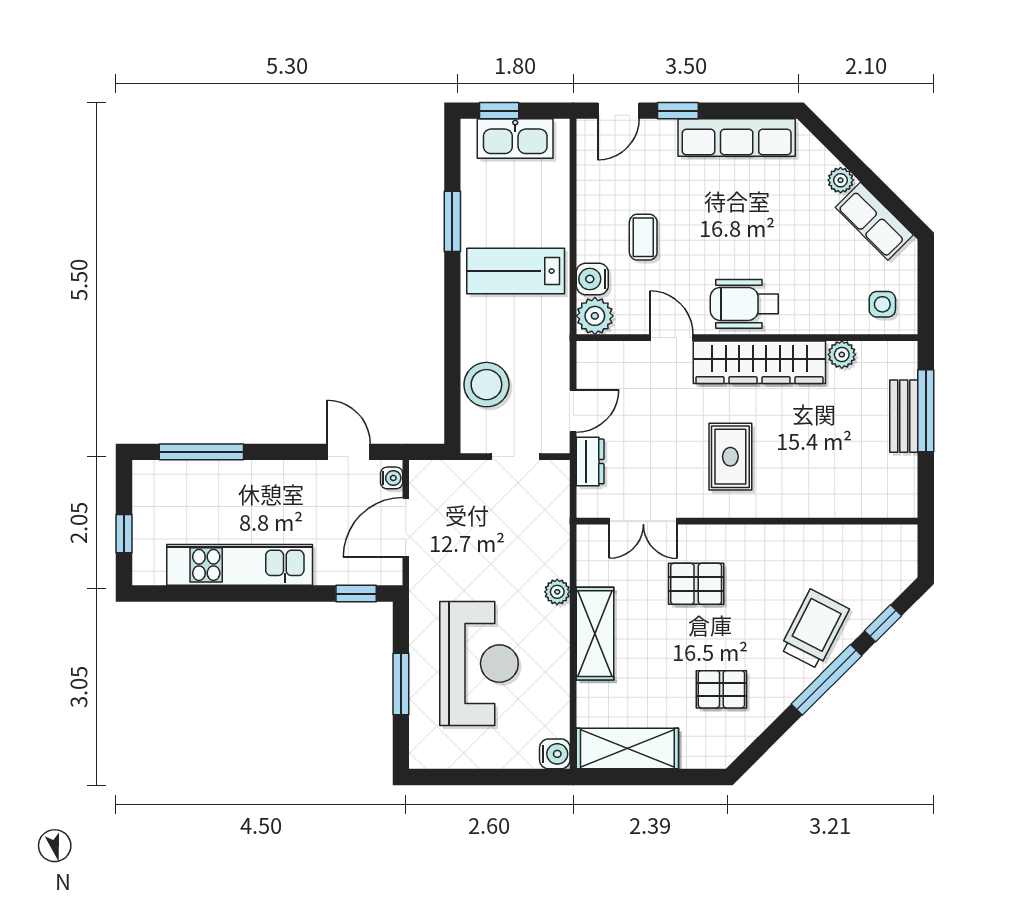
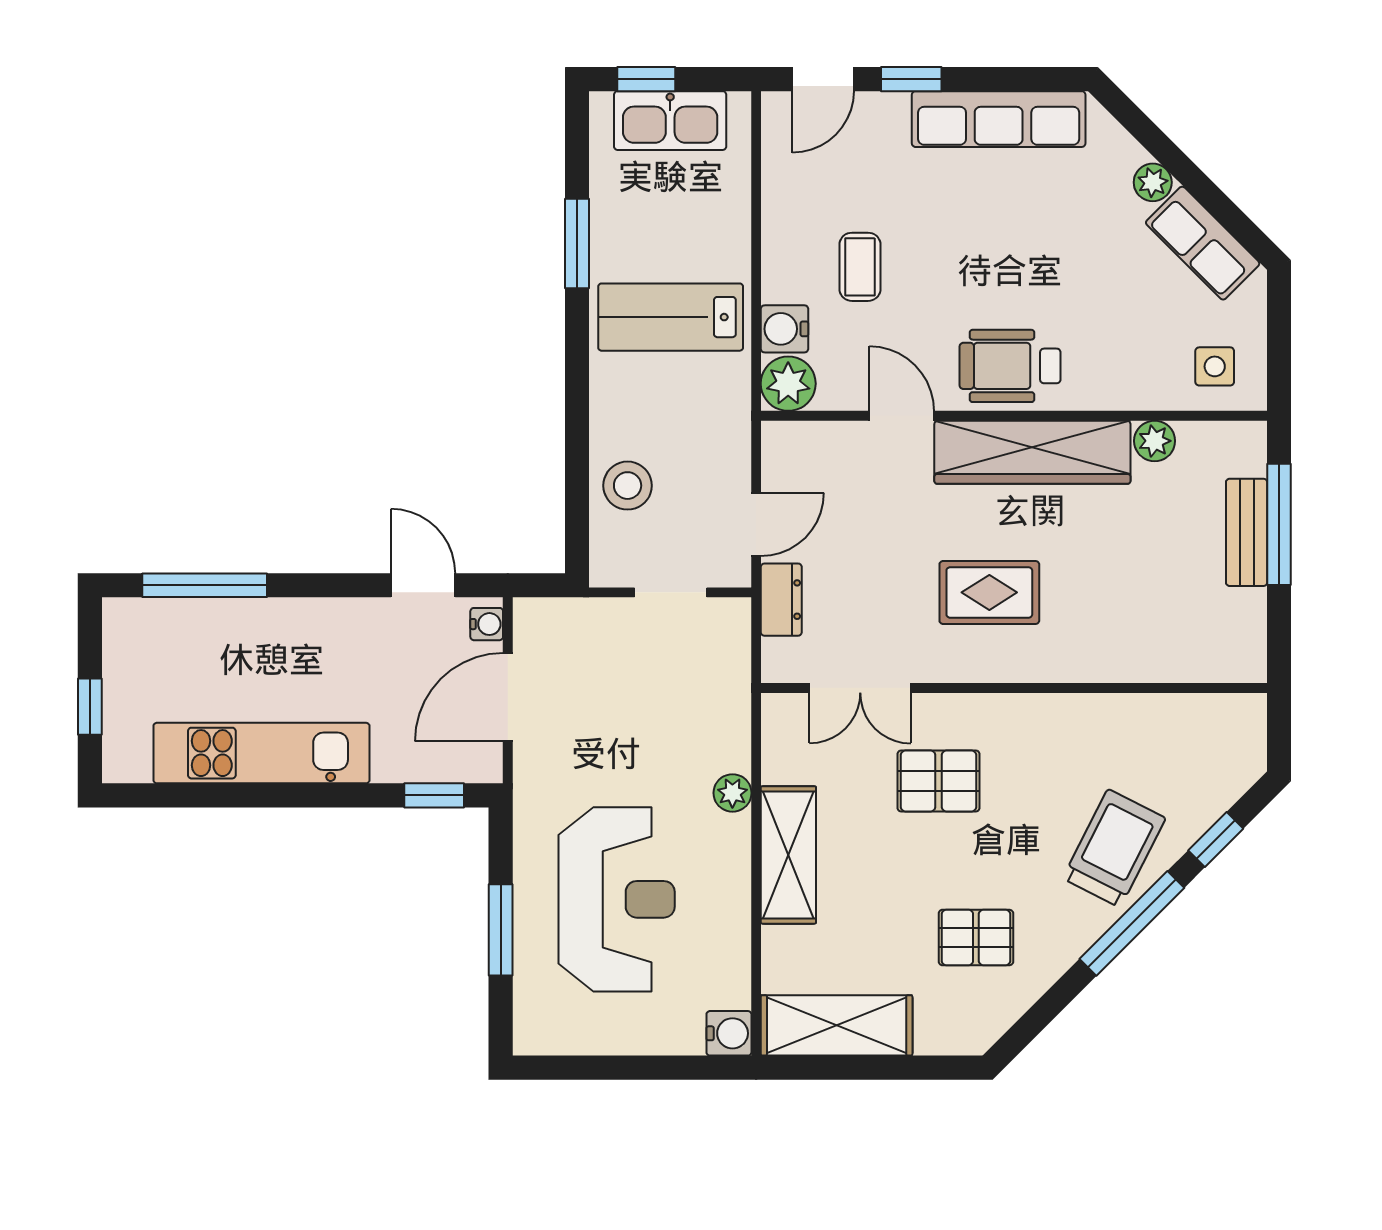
stool: (486, 385) -> (628, 486), width x0.73, depth x0.73
rug: (730, 457) -> (989, 592), turned 90

